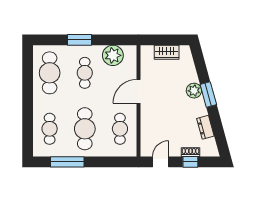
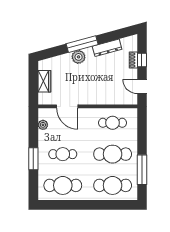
plant: (113, 55) -> (43, 125), width x0.53, depth x0.53
door: (139, 91) -> (67, 106), moved
window: (208, 95) -> (82, 44), width x1.44
dresser: (205, 127) -> (107, 48), width x1.44
cafe table: (50, 129) -> (113, 185), width x1.37, depth x1.35

